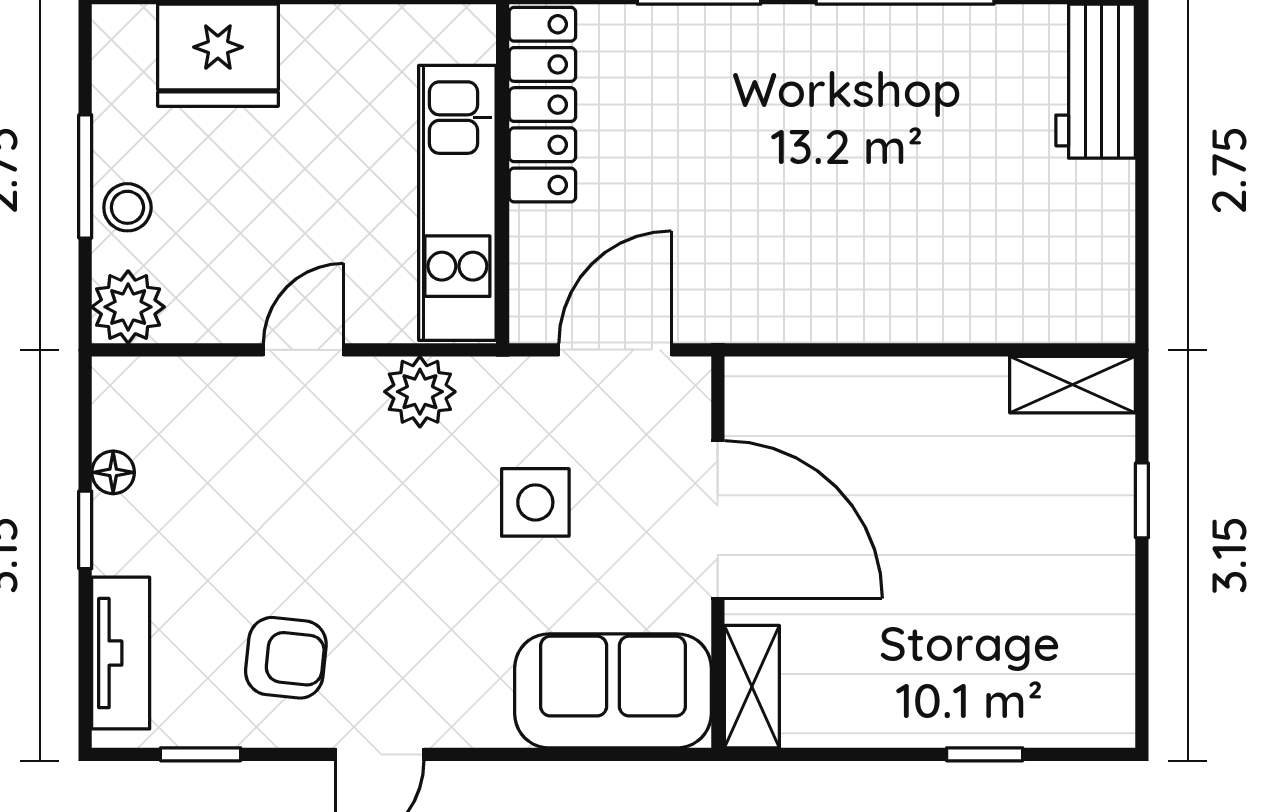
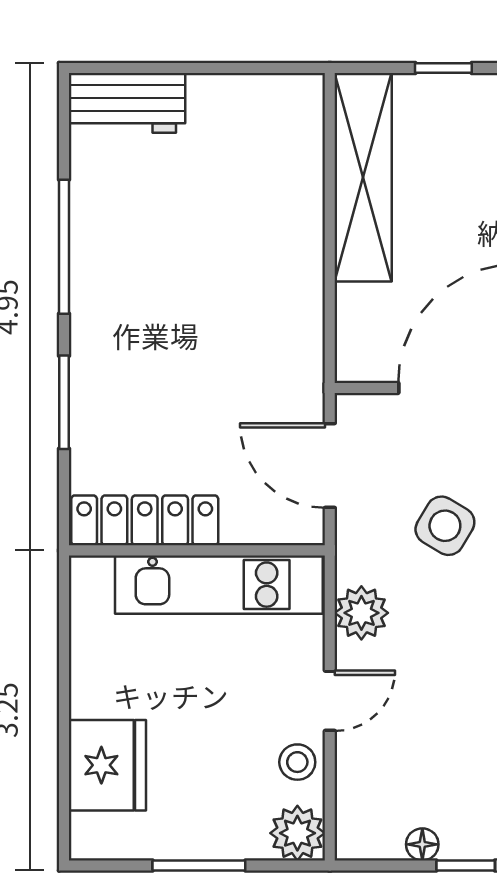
stool: (127, 207) -> (297, 762), moved
door: (303, 350) -> (330, 701), swing flipped
shelving: (1073, 385) -> (363, 177), width x2.20, depth x1.33
side table: (535, 502) -> (445, 526), turned 31

